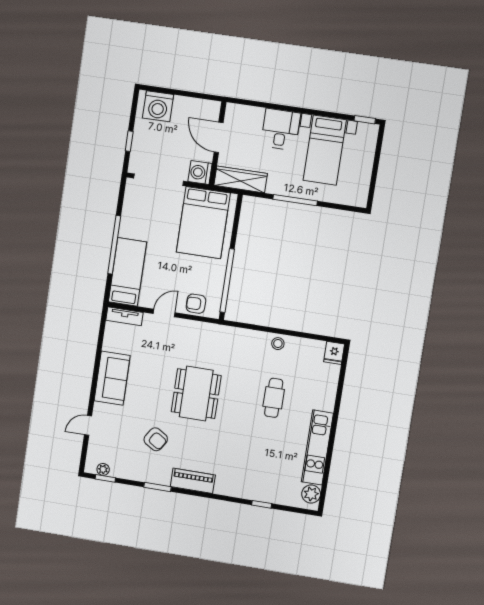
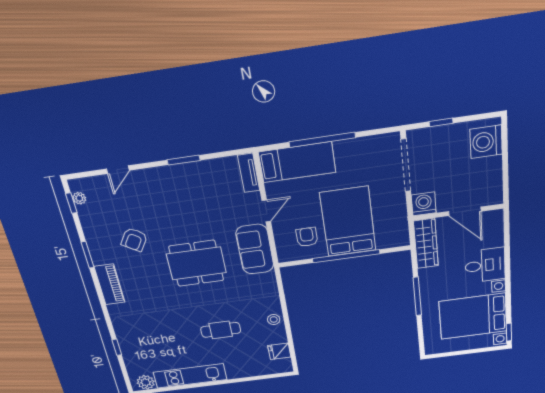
door: (219, 137) -> (465, 211), swing flipped
bed with nightstands: (325, 150) -> (473, 316), width x1.36
bed: (203, 223) -> (348, 222), moved, turned 90
window: (227, 281) -> (346, 256), moved
armchair: (196, 304) -> (307, 237), moved
door: (164, 313) -> (266, 211), hinge flipped
fridge: (334, 353) -> (279, 351), moved
window: (97, 367) -> (184, 160), added
sofa: (112, 378) -> (255, 249), moved, turned 90
door: (88, 425) -> (118, 170), swing flipped

